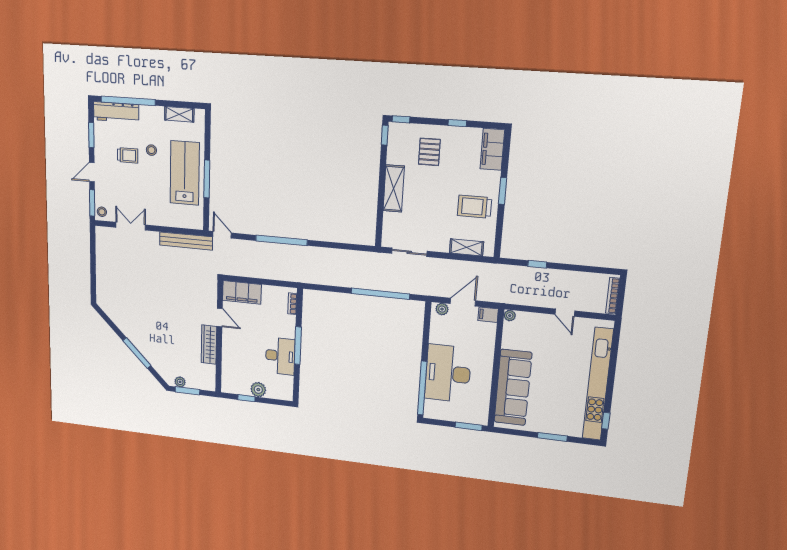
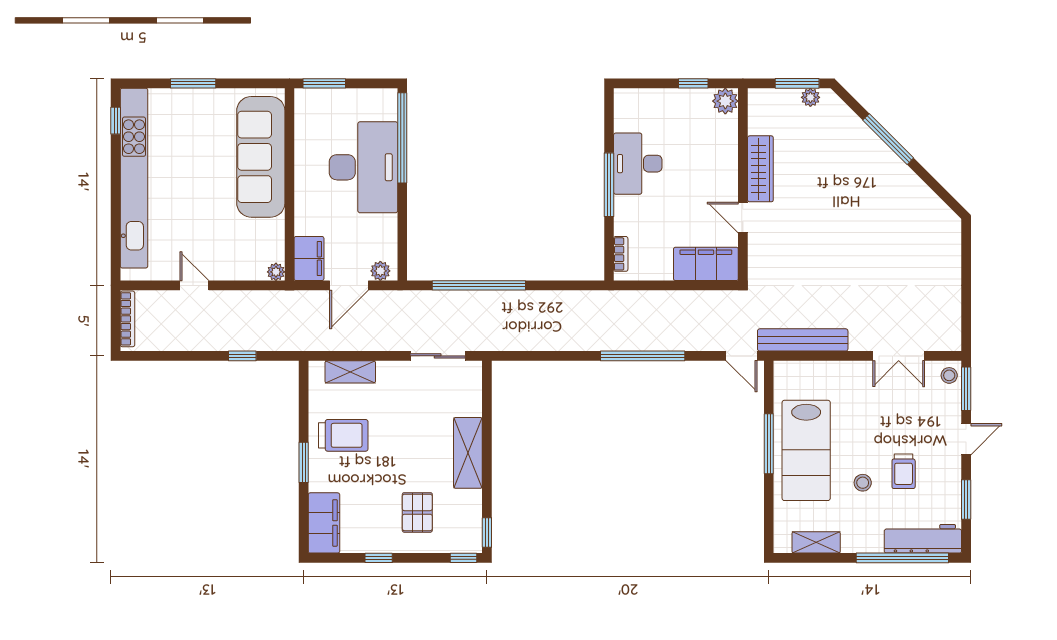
trolley: (128, 155) -> (904, 471), turned -90
filing cabinet: (488, 315) -> (309, 259), width x2.00
plant: (258, 390) -> (725, 101), moved

